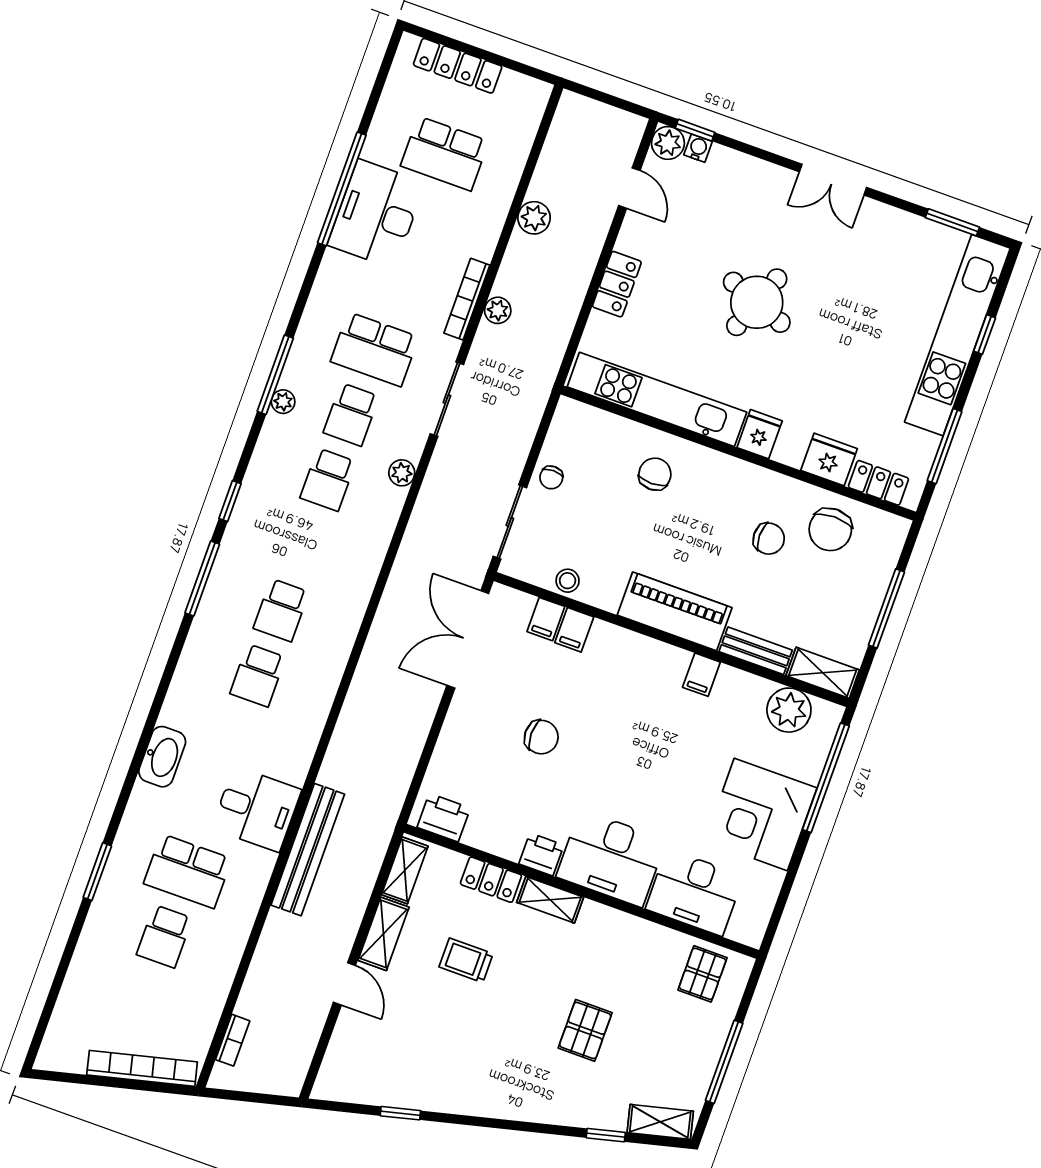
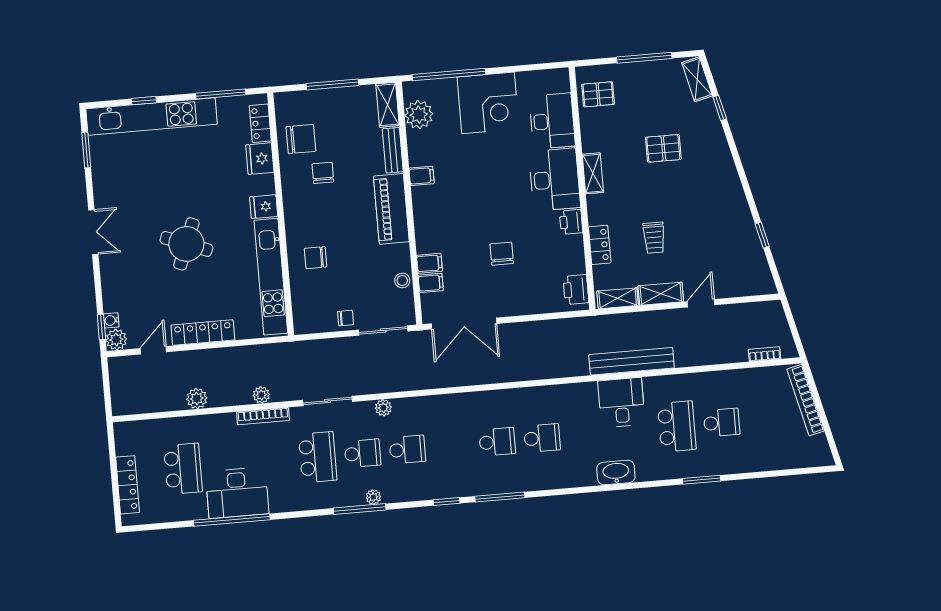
locker: (617, 284) -> (203, 333), width x1.53
shelving: (550, 900) -> (593, 173), moved

